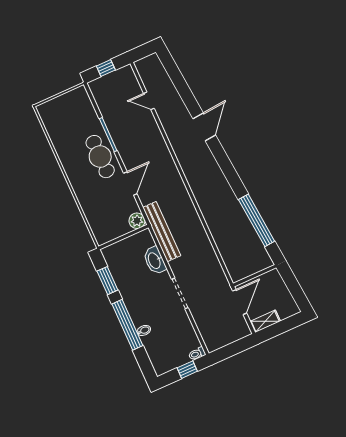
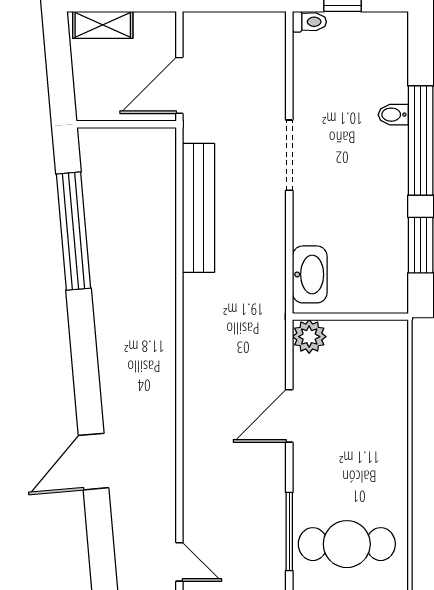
cafe table: (100, 157) -> (347, 544), moved, turned 90
bench: (162, 232) -> (198, 208), moved
washbasin: (155, 260) -> (310, 274), moved
shelving: (265, 321) -> (103, 25), moved

